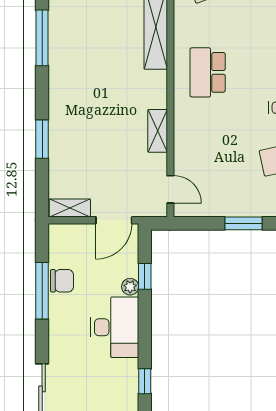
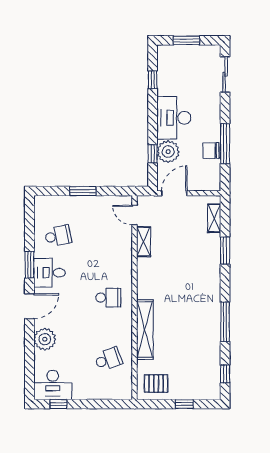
school desk: (208, 72) -> (108, 298), width x0.54
shelving: (158, 131) -> (144, 242), moved
shelving: (70, 208) -> (214, 218), moved, turned 90
plant: (130, 287) -> (168, 152), width x1.88, depth x1.88

